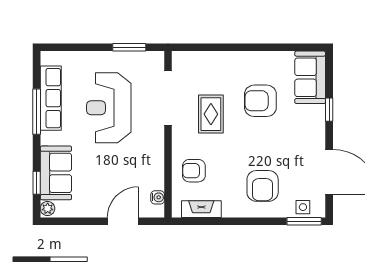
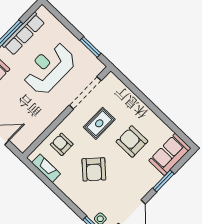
window: (329, 110) -> (163, 181), width x1.50
armchair: (263, 186) -> (94, 169), moved, turned -47
water cooler: (158, 197) -> (29, 140), removed

